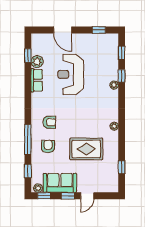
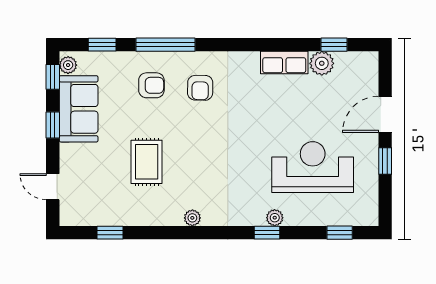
window: (99, 30) -> (385, 161), moved
reception desk: (71, 74) -> (313, 167), moved
window: (122, 76) -> (267, 233), moved
rug: (86, 149) -> (147, 162), width x0.73, depth x0.70
door: (87, 196) -> (53, 187), moved

